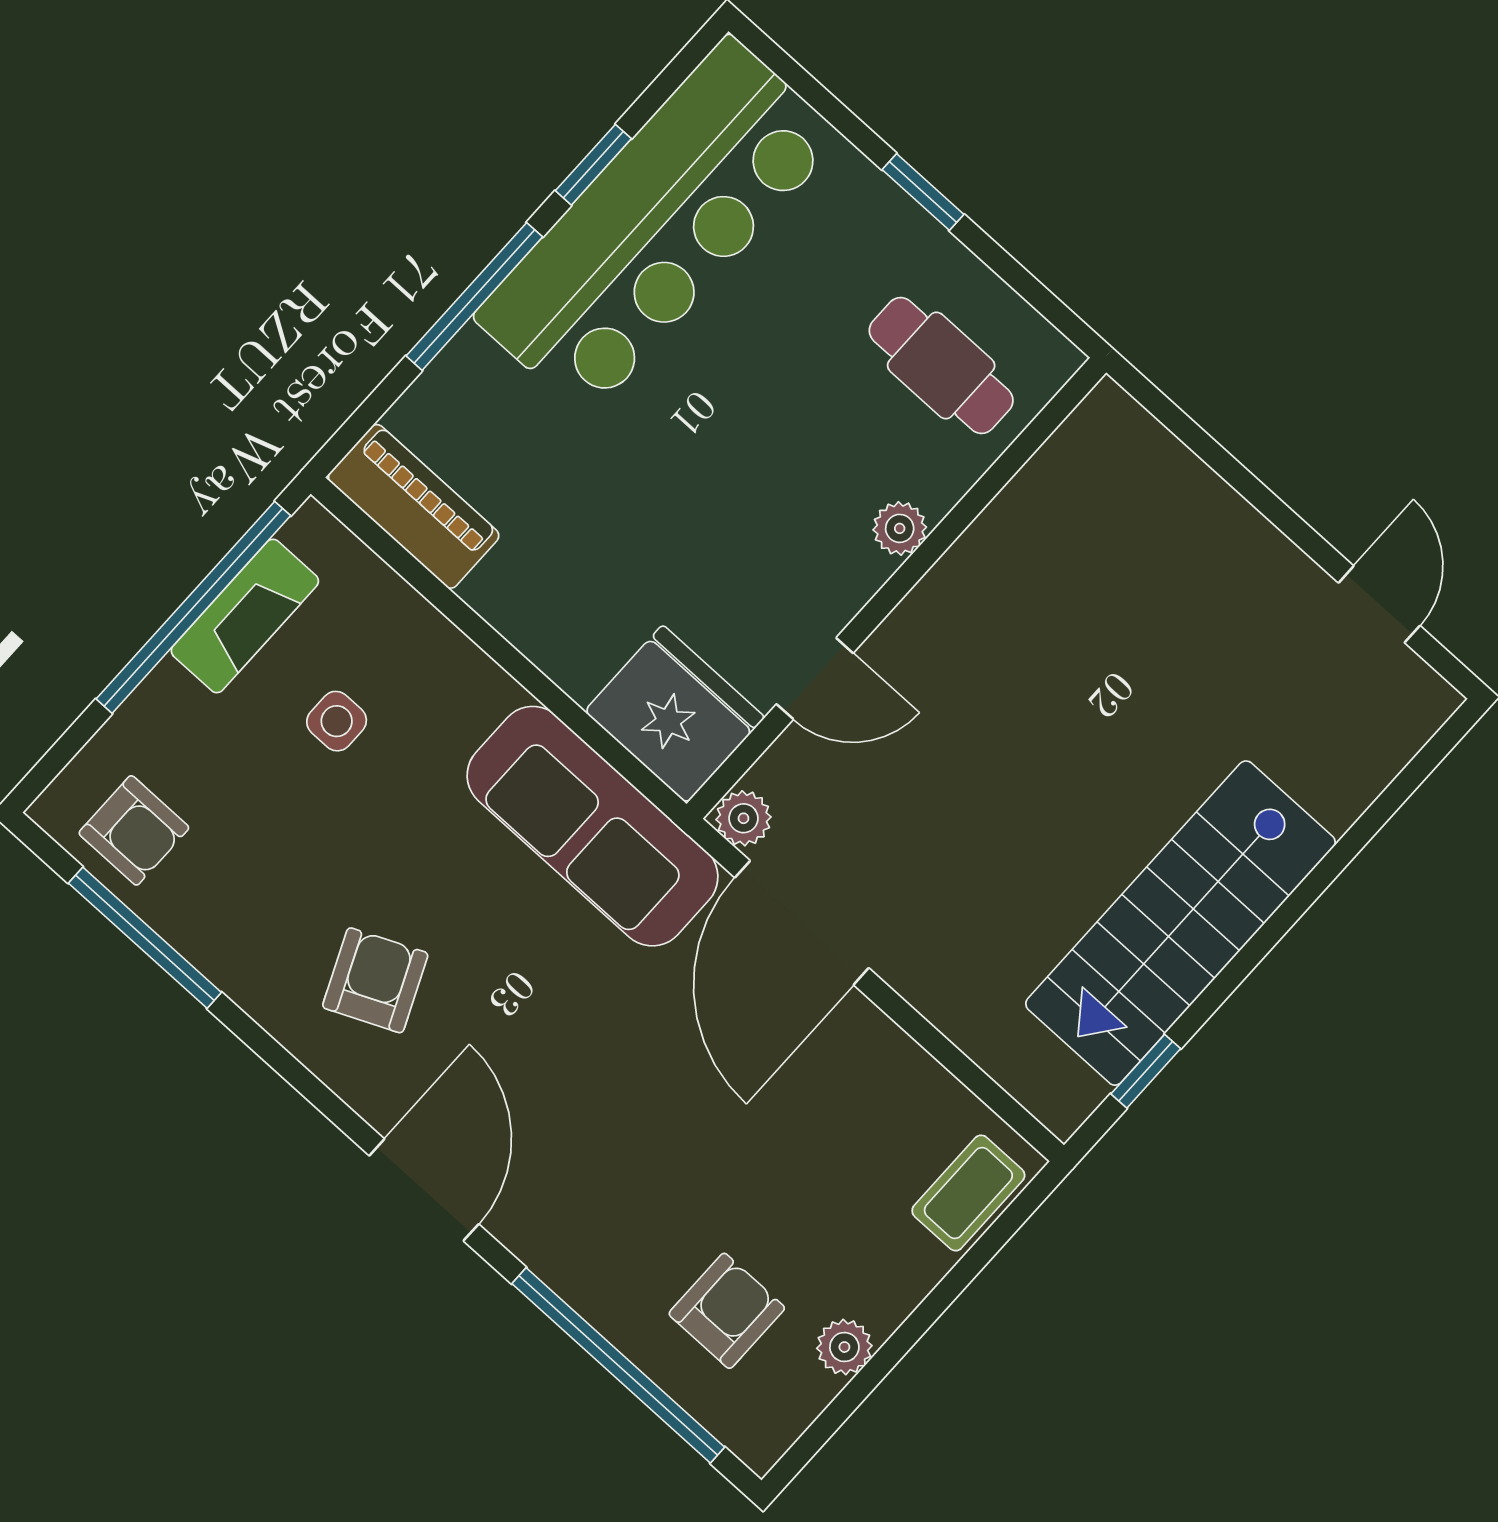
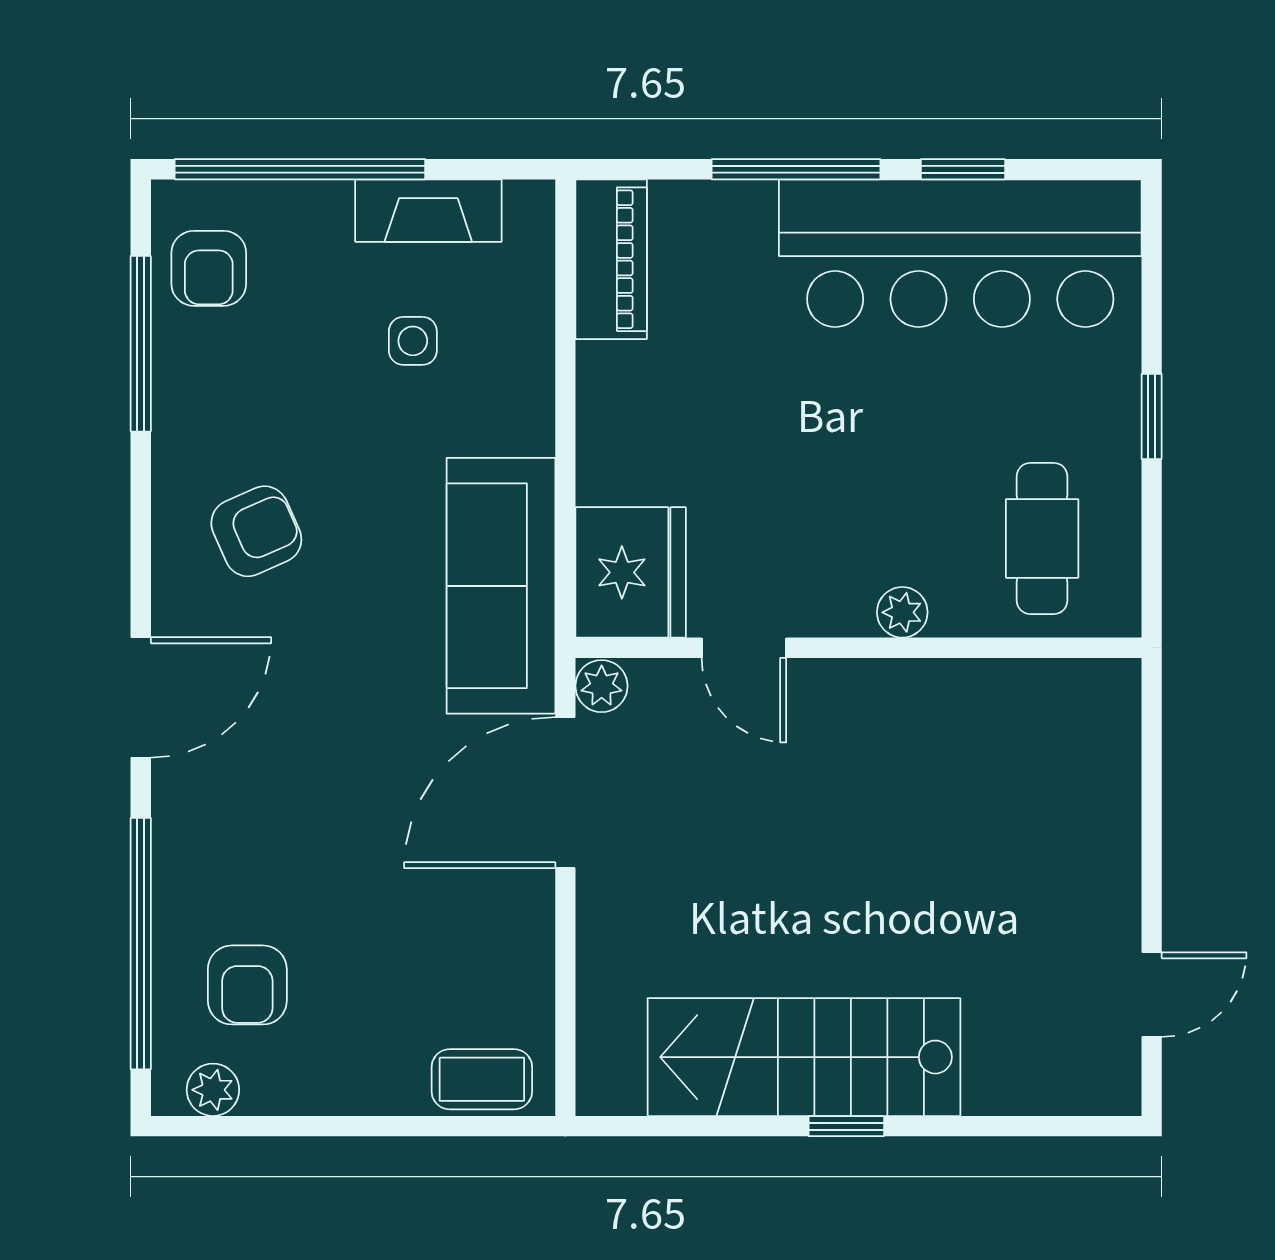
window: (193, 607) -> (300, 169), moved
window: (1146, 1071) -> (846, 1126), moved
armchair: (727, 1311) -> (247, 985), turned 90
plant: (844, 1347) -> (213, 1090), moved

